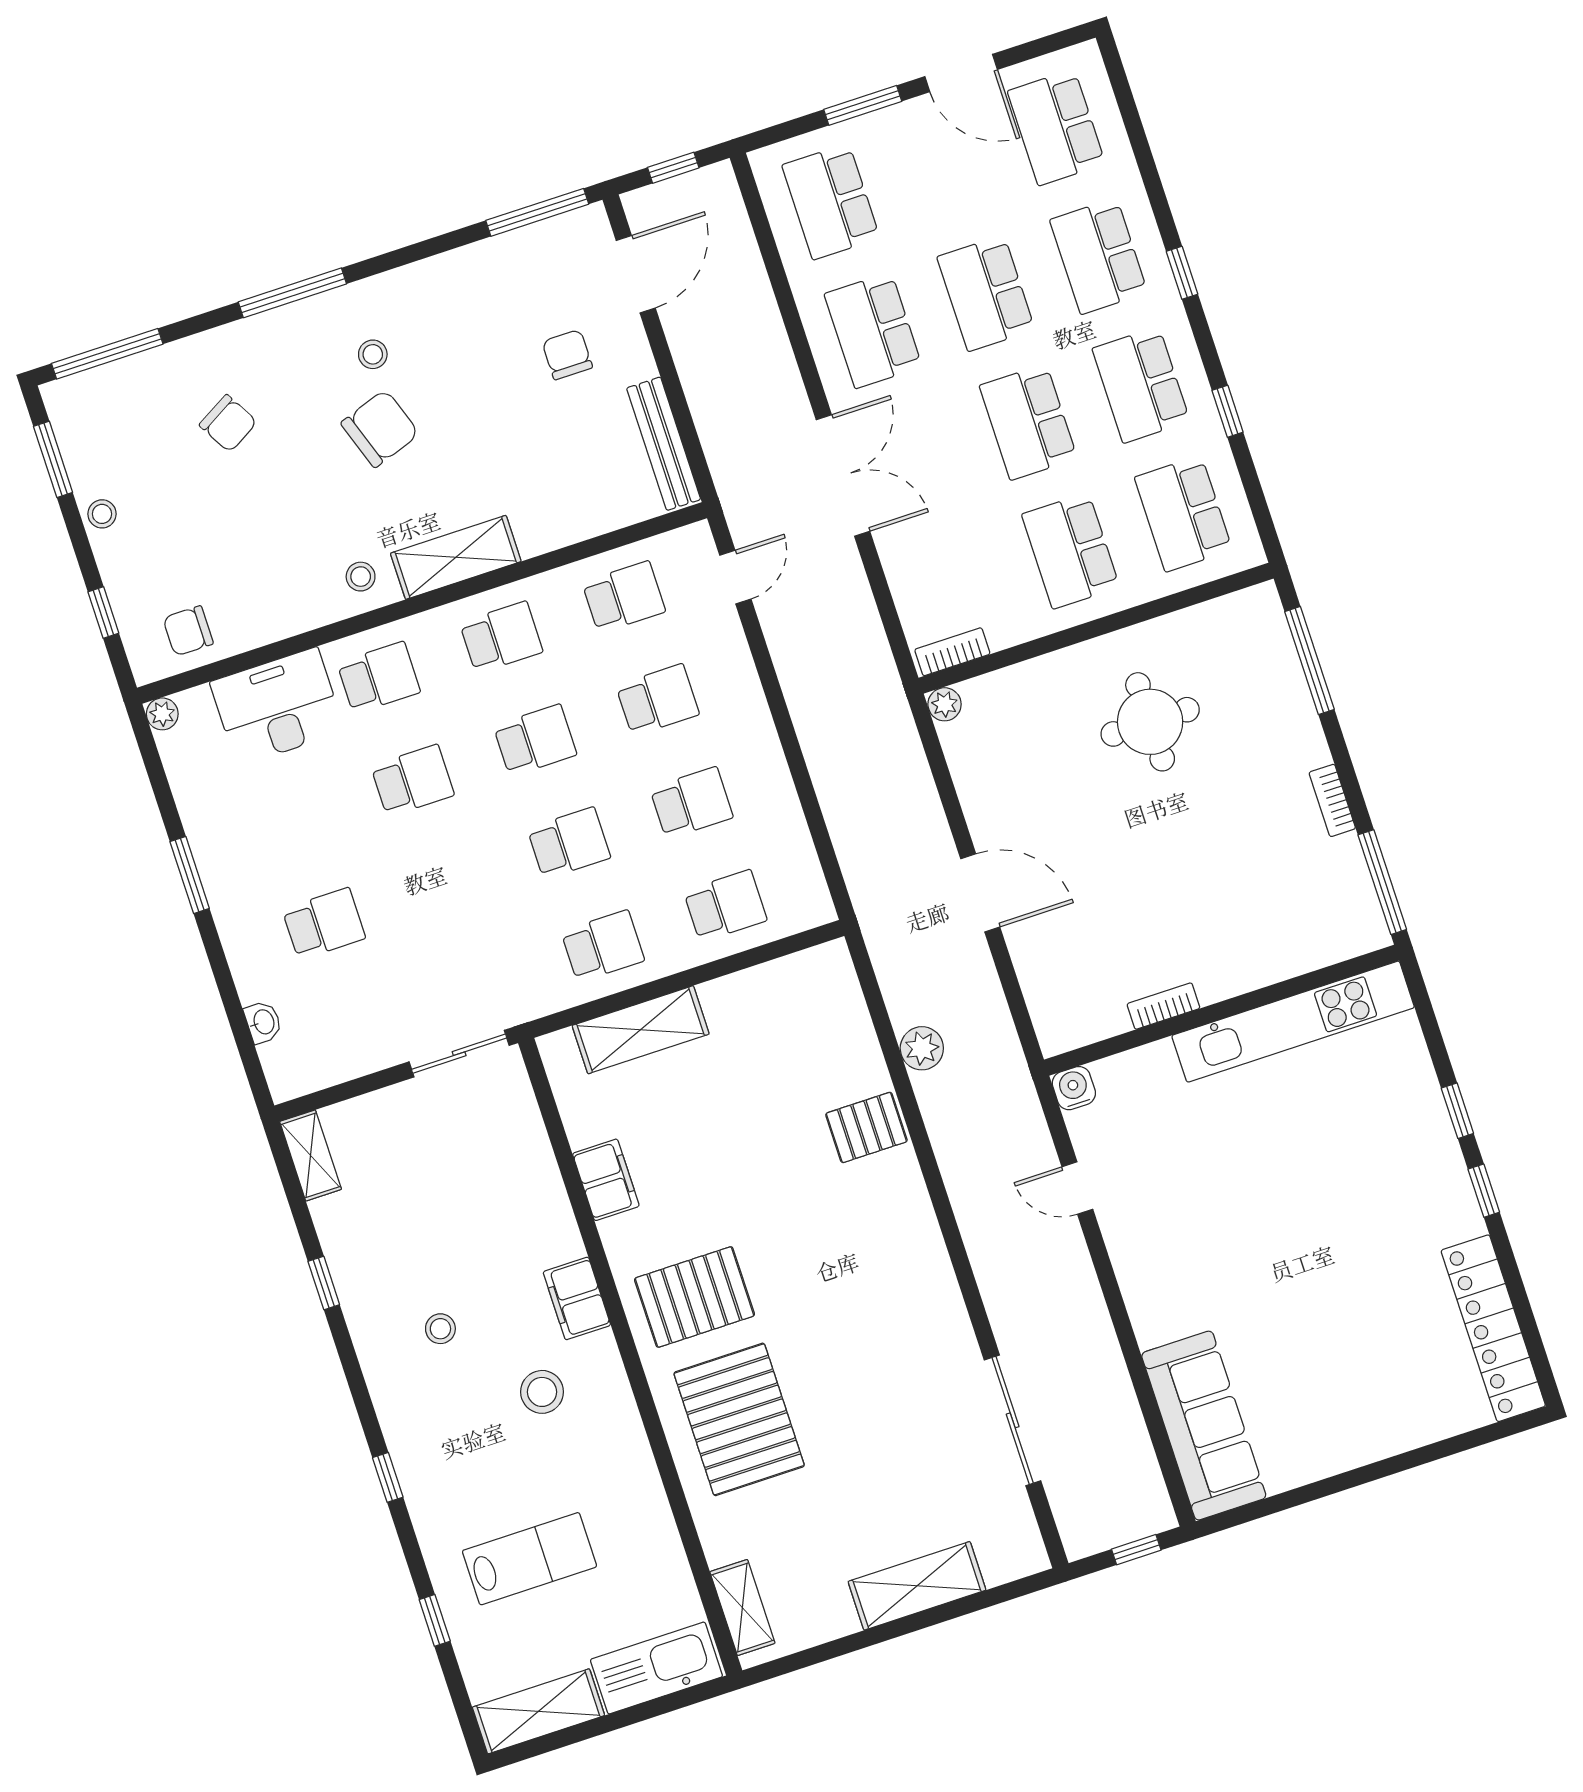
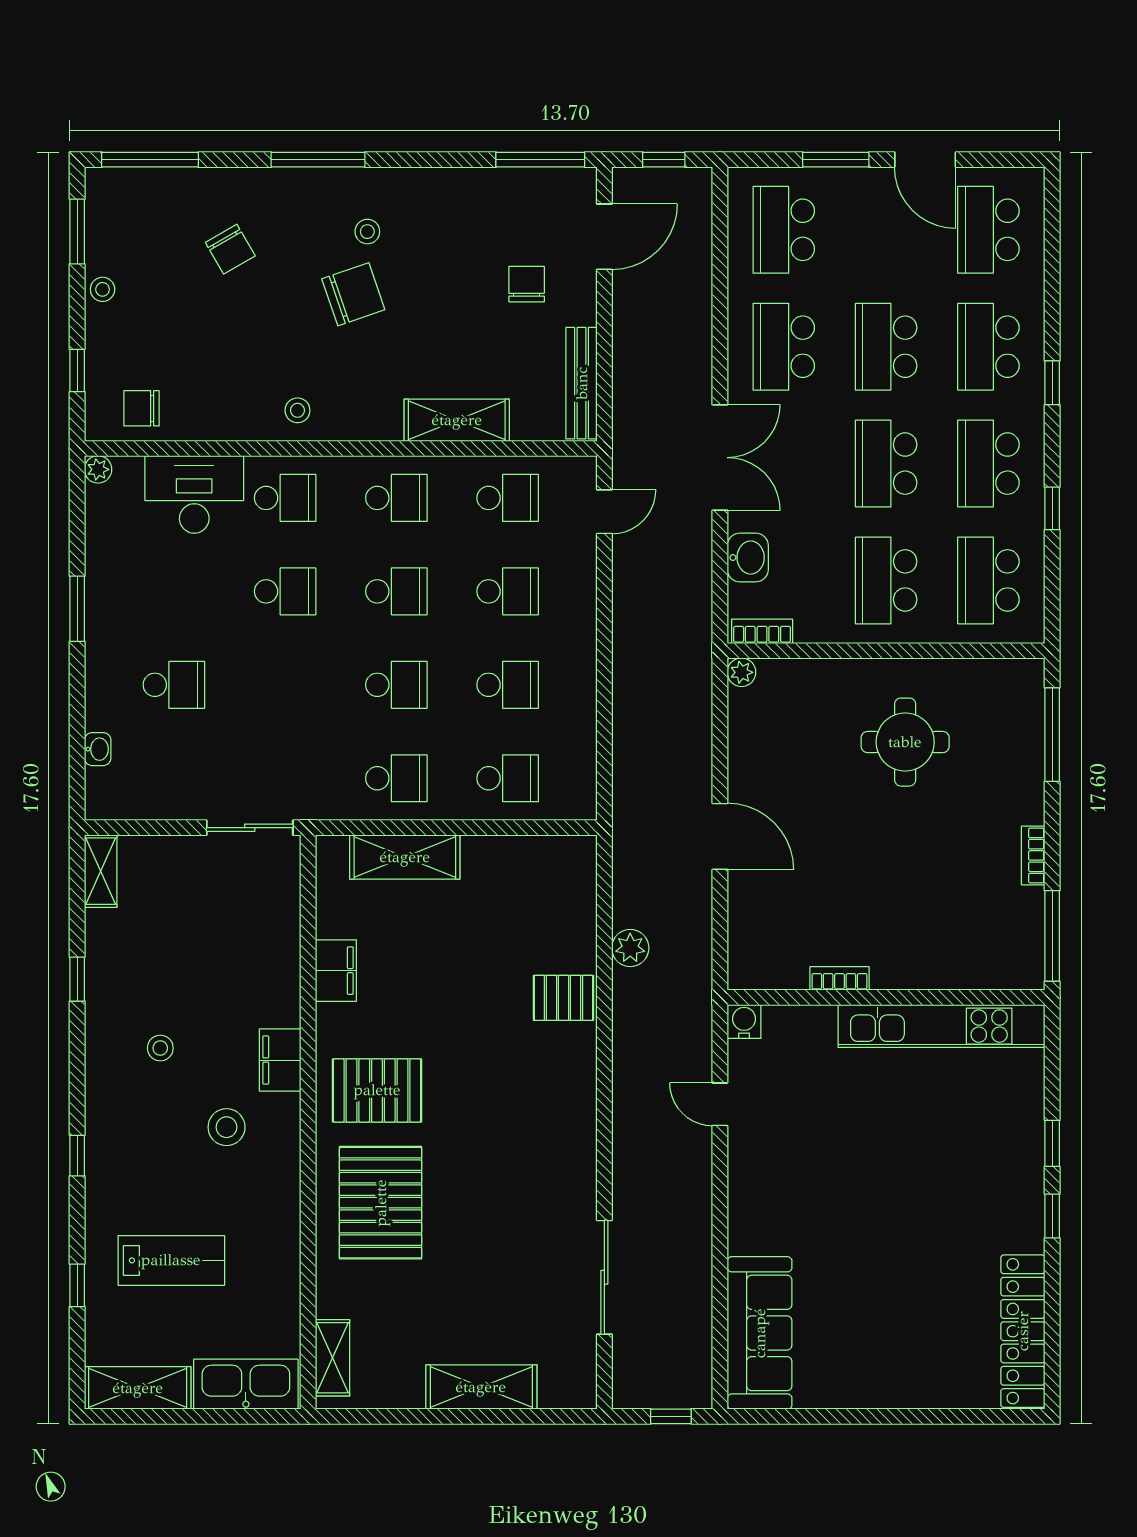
shelving: (456, 557) -> (457, 420), moved
washbasin: (910, 576) -> (748, 558), added

